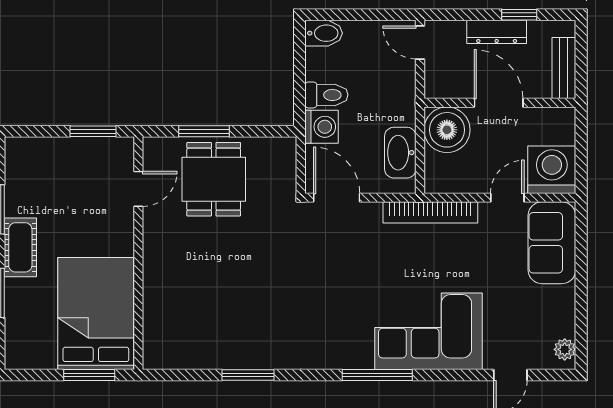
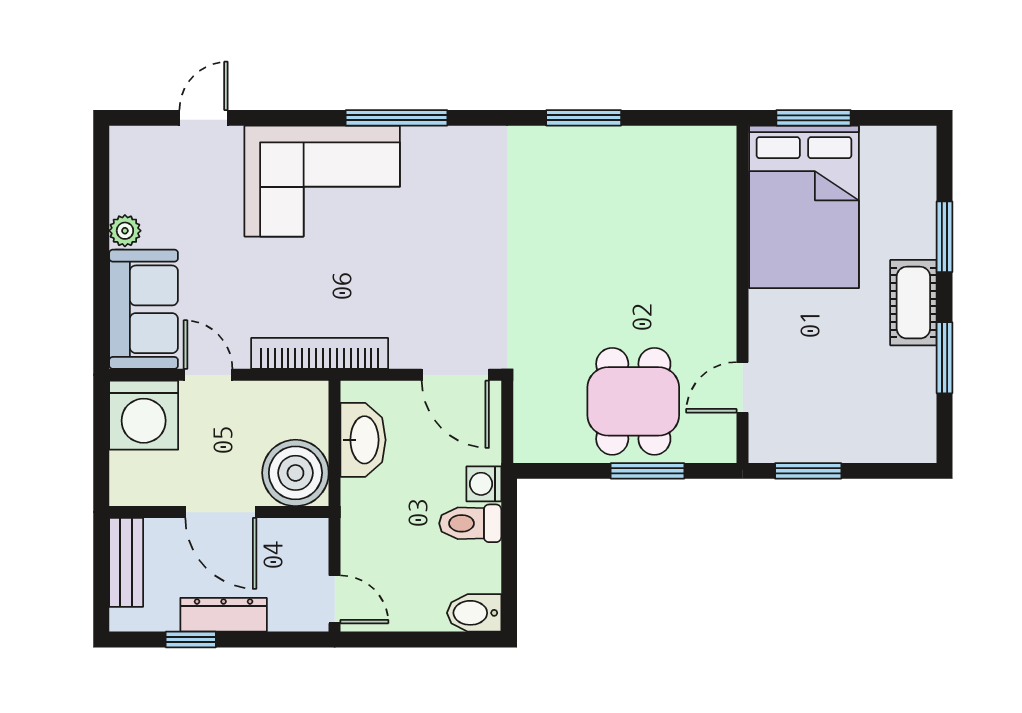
washing machine: (321, 127) -> (484, 484), width x0.73, depth x0.73
door: (507, 198) -> (208, 375), swing flipped
plant: (565, 349) -> (125, 231), moved

